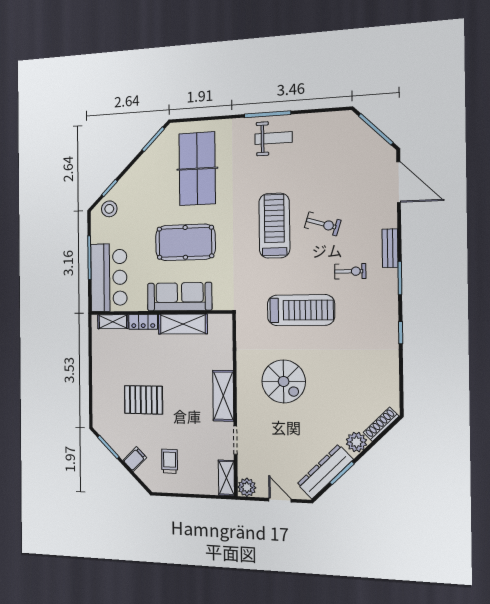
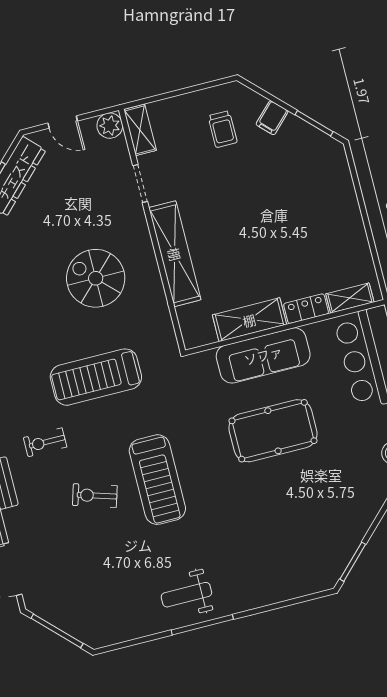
table tennis table: (197, 169) -> (281, 534), removed
shelving: (223, 396) -> (175, 254), width x1.47
pallet: (143, 400) -> (280, 202), removed

